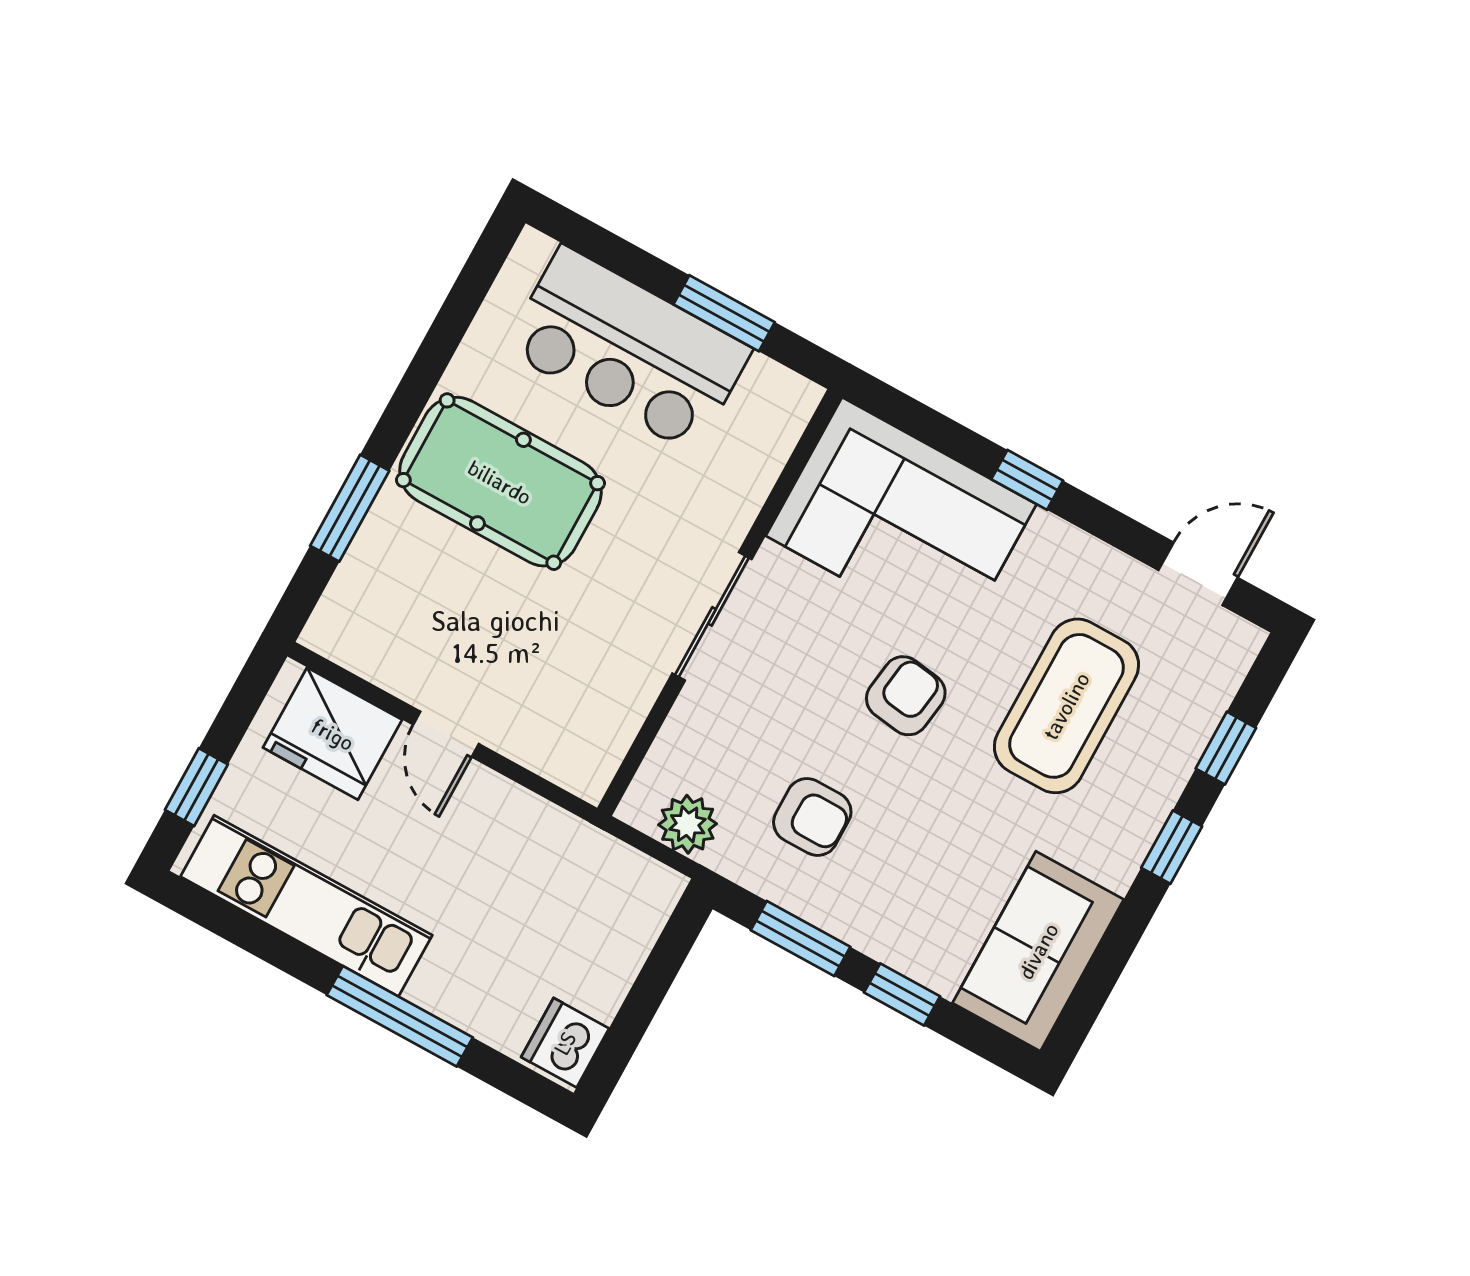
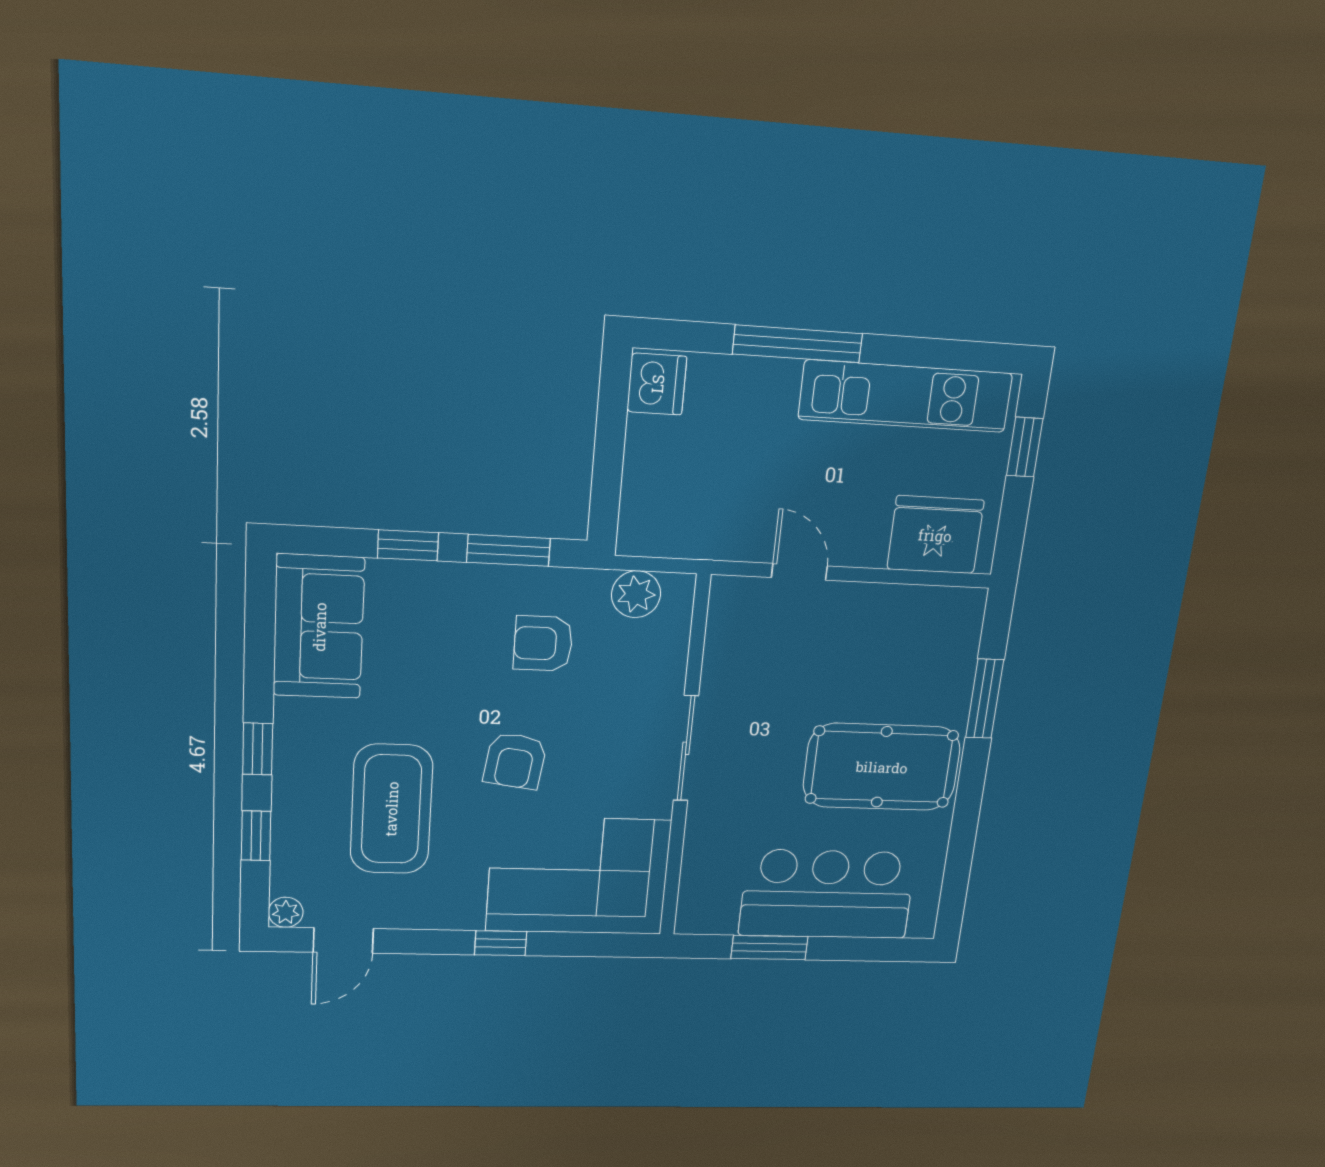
plant: (1242, 641) -> (286, 912), added
door: (446, 734) -> (799, 572), moved

